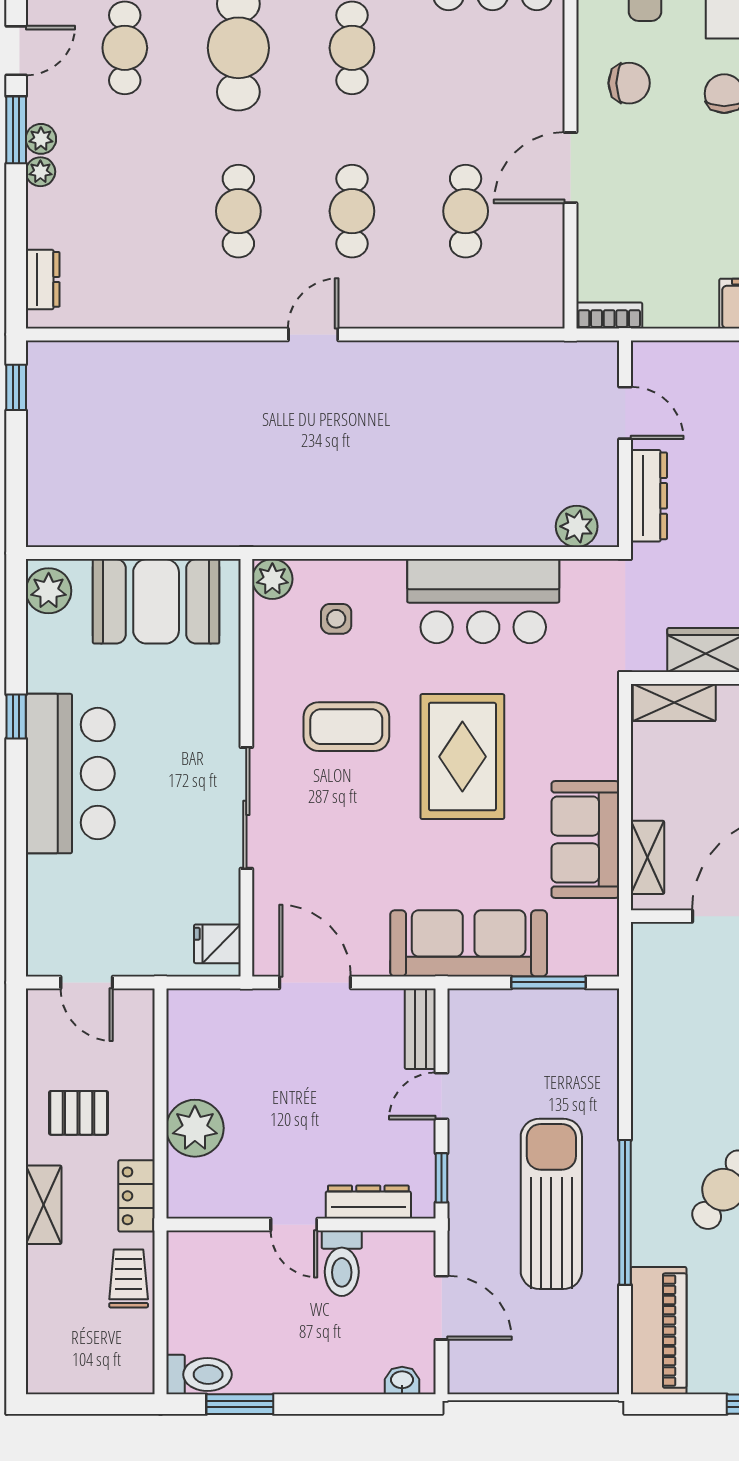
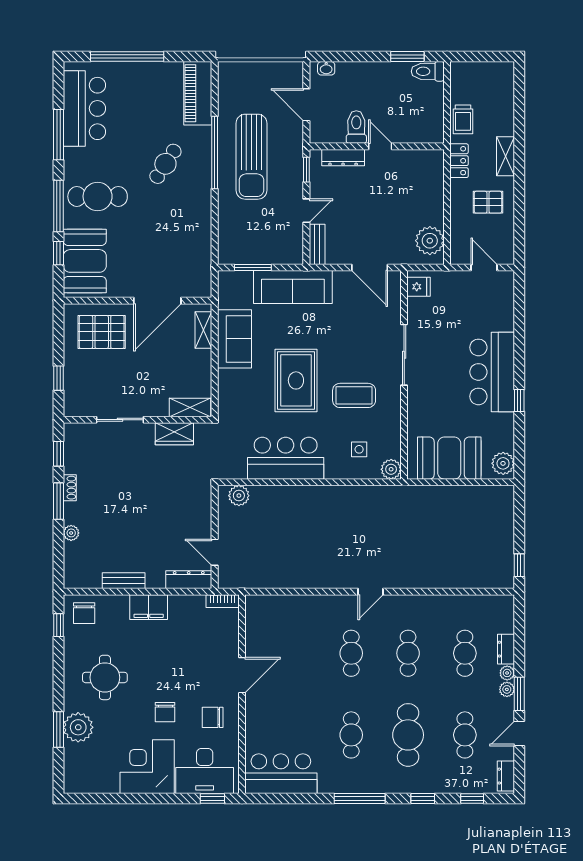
cafe table: (466, 211) -> (465, 653), moved
dresser: (43, 279) -> (506, 649), moved
dresser: (649, 496) -> (189, 580), moved, turned 90
plant: (195, 1128) -> (430, 241), moved

